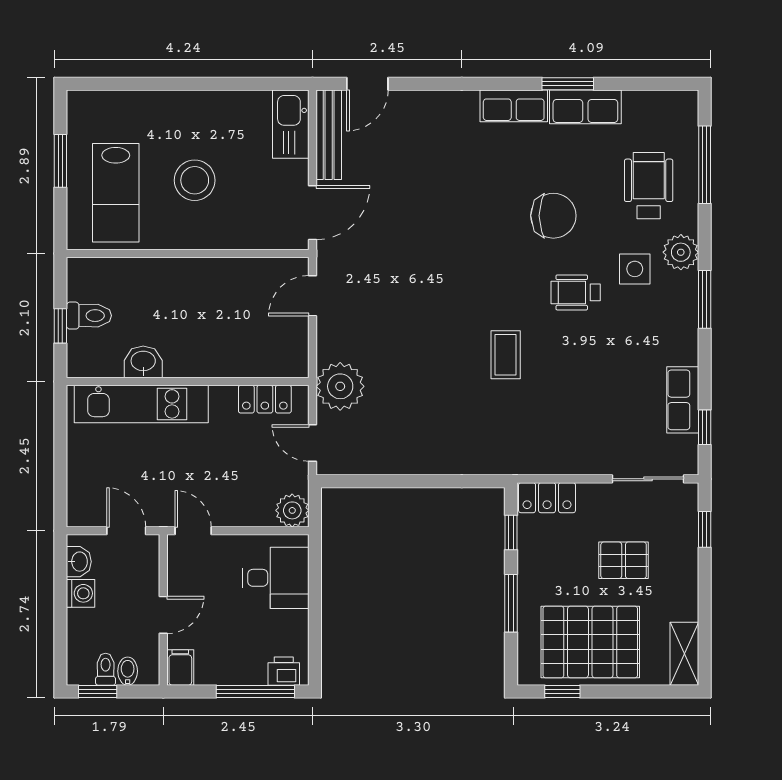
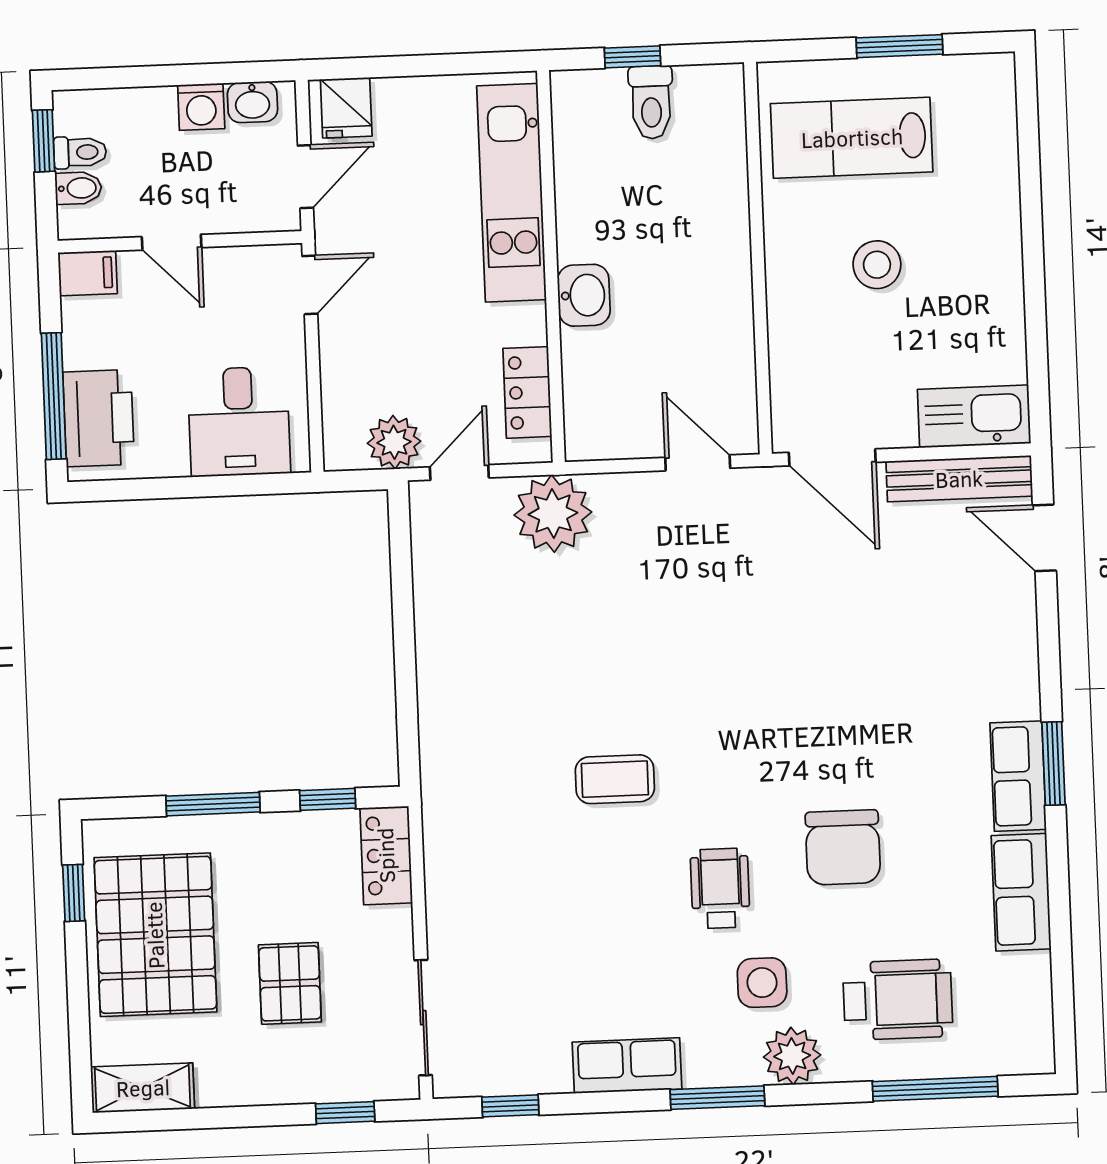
window: (568, 84) -> (1053, 764), moved
stool: (195, 180) -> (877, 265), width x0.73, depth x0.73
washbasin: (143, 362) -> (584, 295), moved
row of seats: (683, 400) -> (627, 1066), moved
fridge: (85, 504) -> (346, 108), added
plant: (292, 510) -> (394, 442), moved
printer: (284, 671) -> (99, 418), width x1.87, depth x1.48

